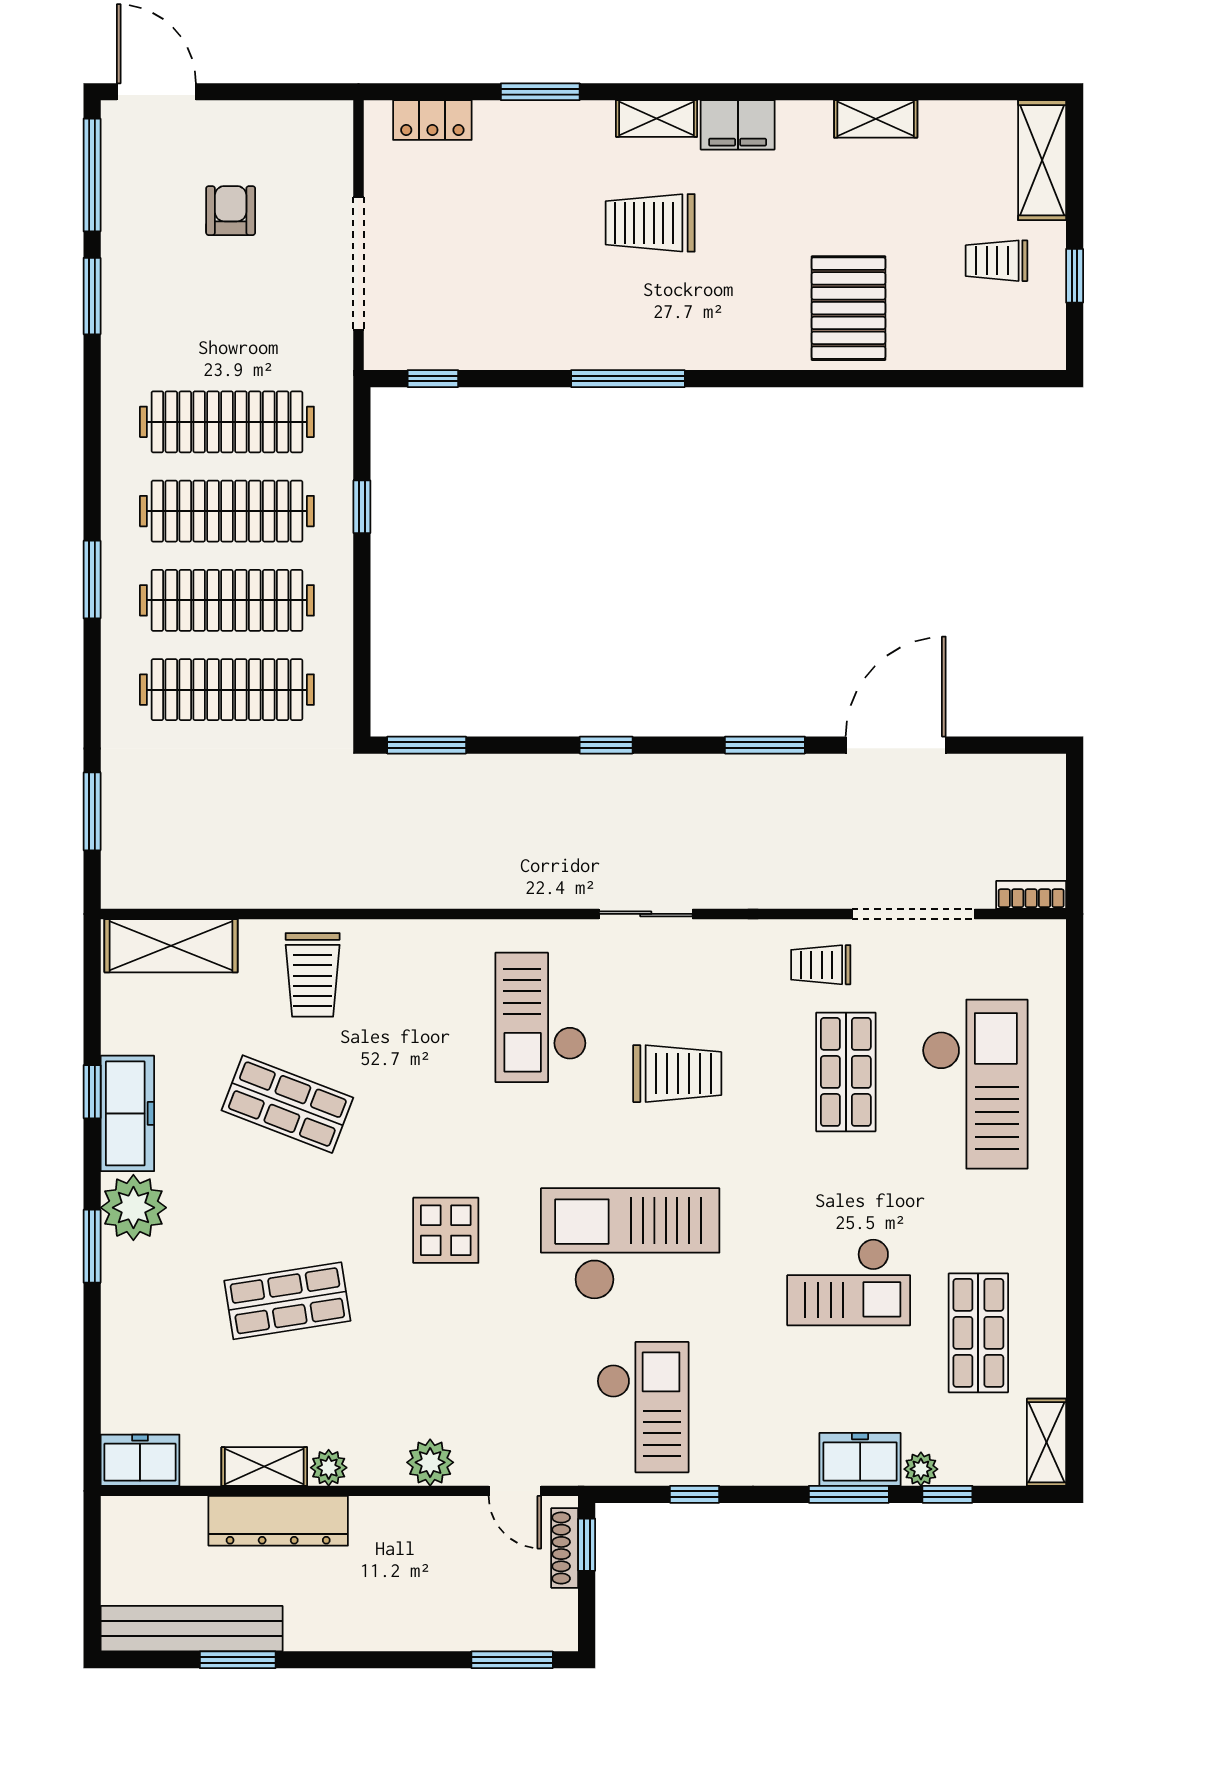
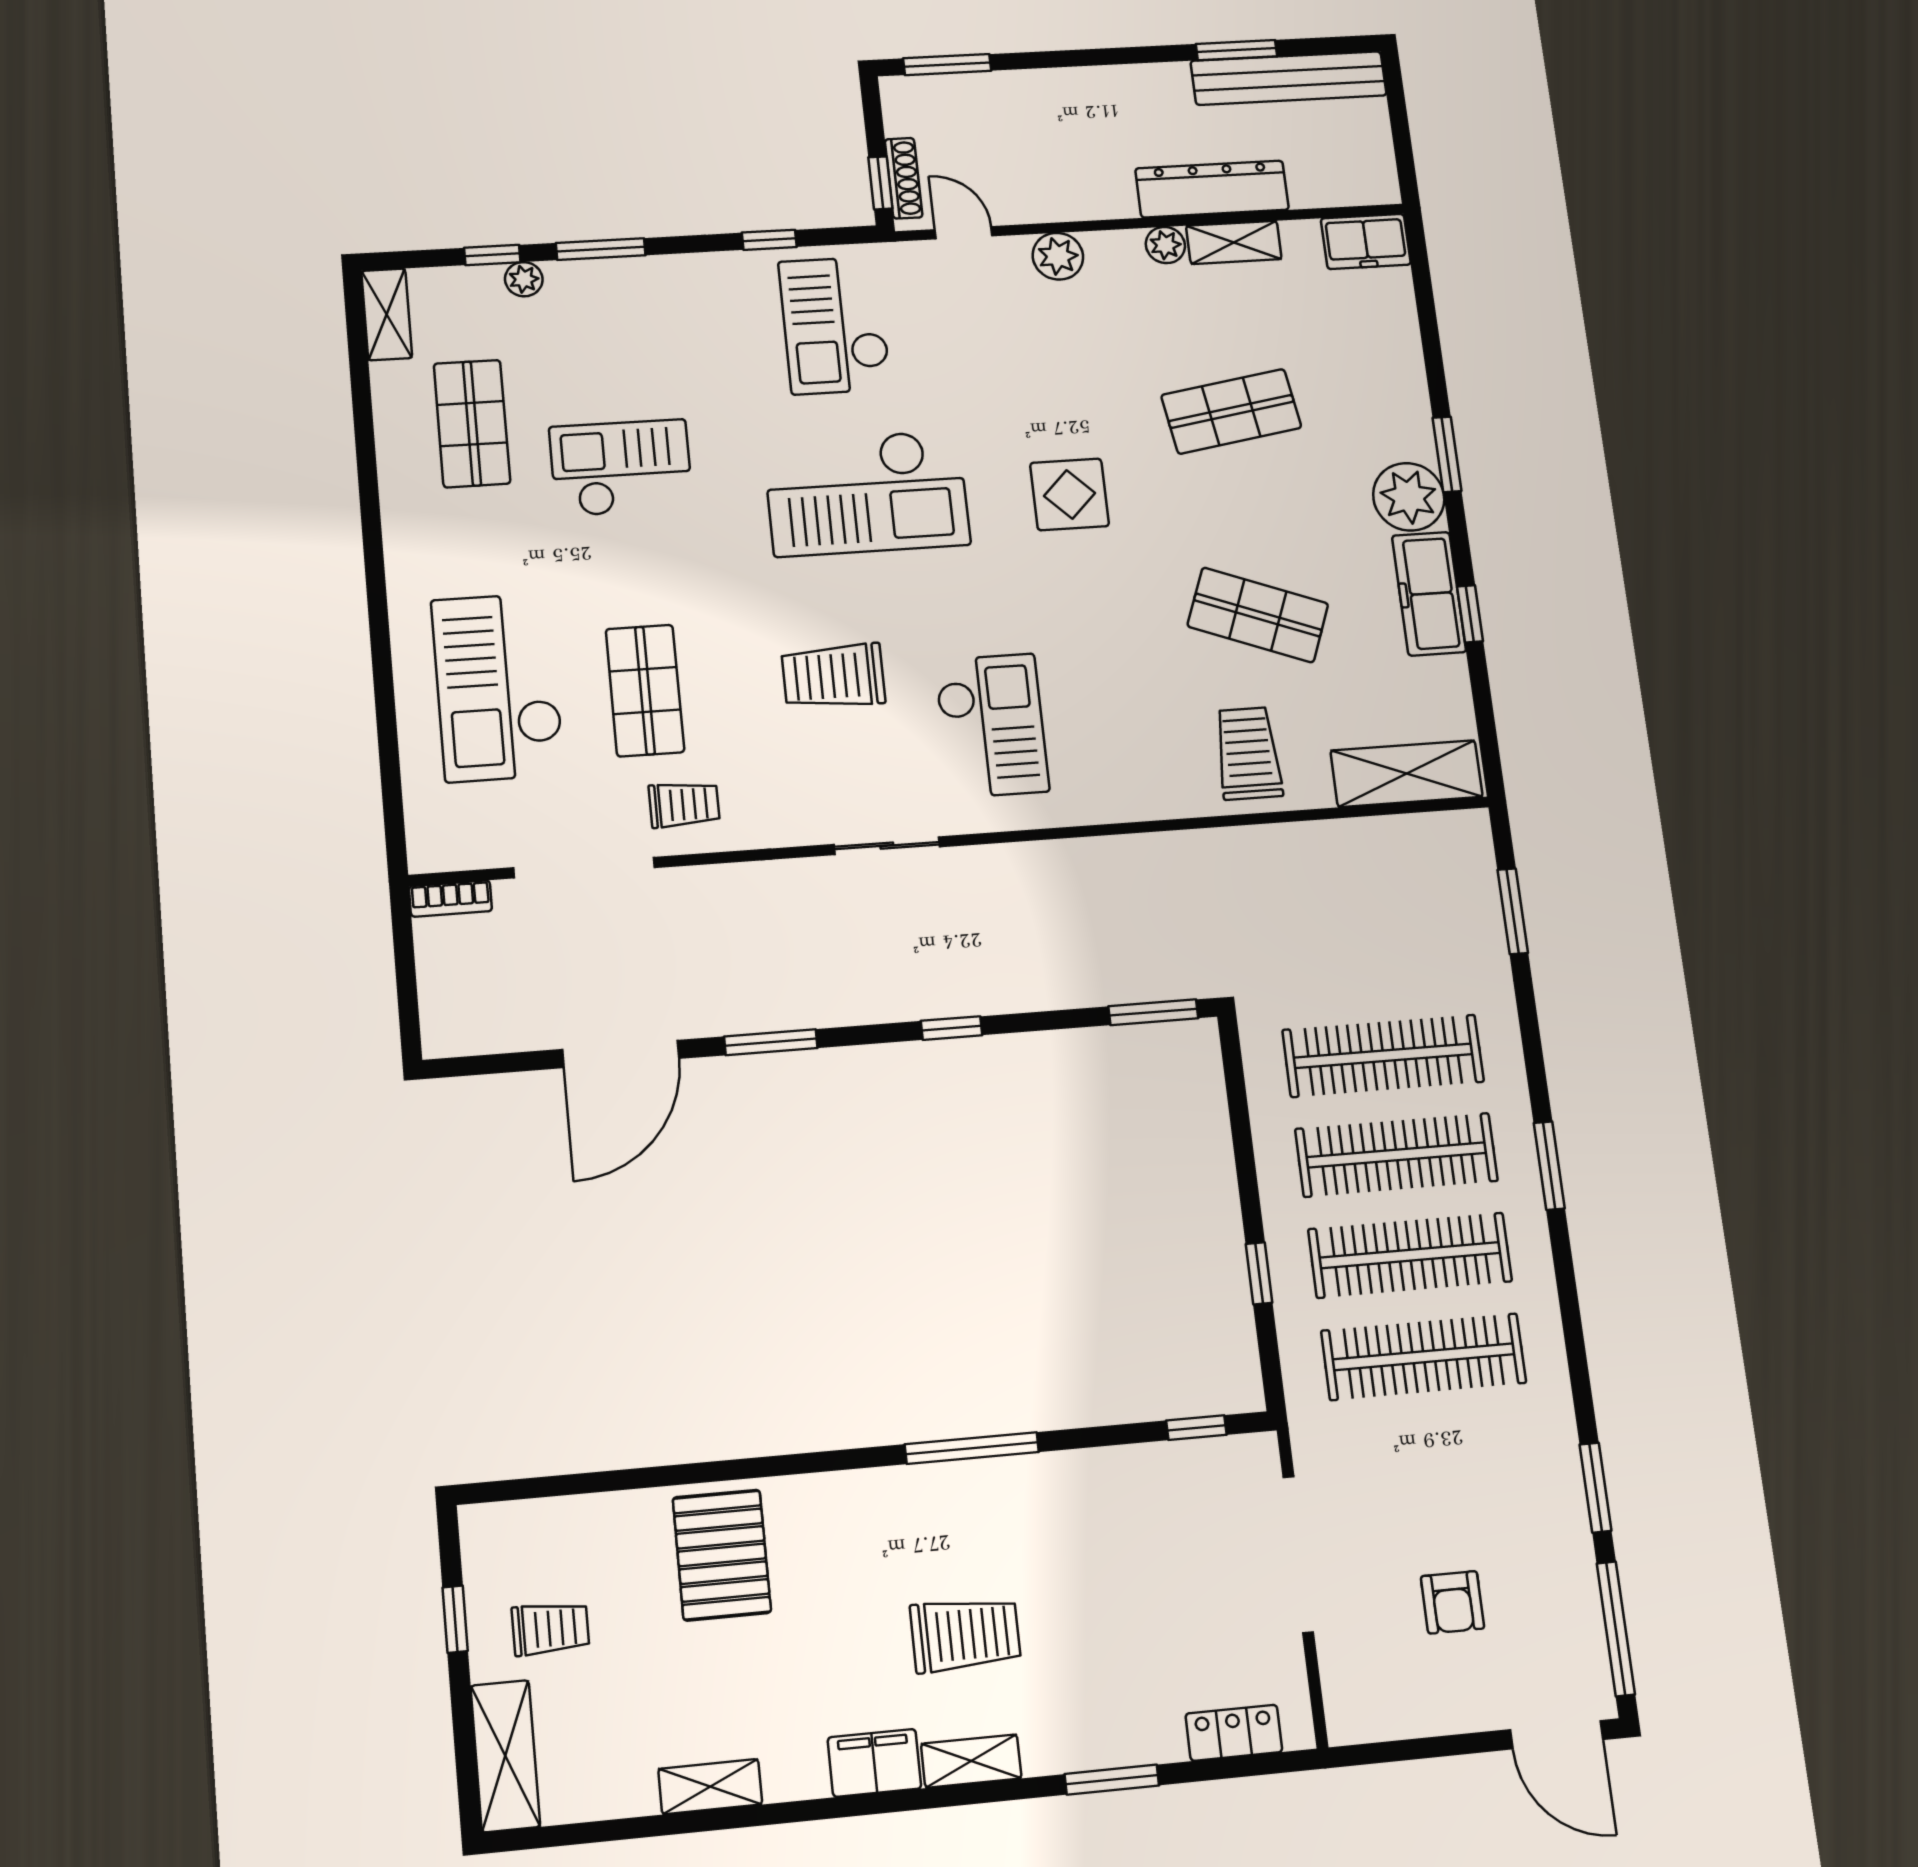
freezer: (860, 1459) -> (592, 285), removed

